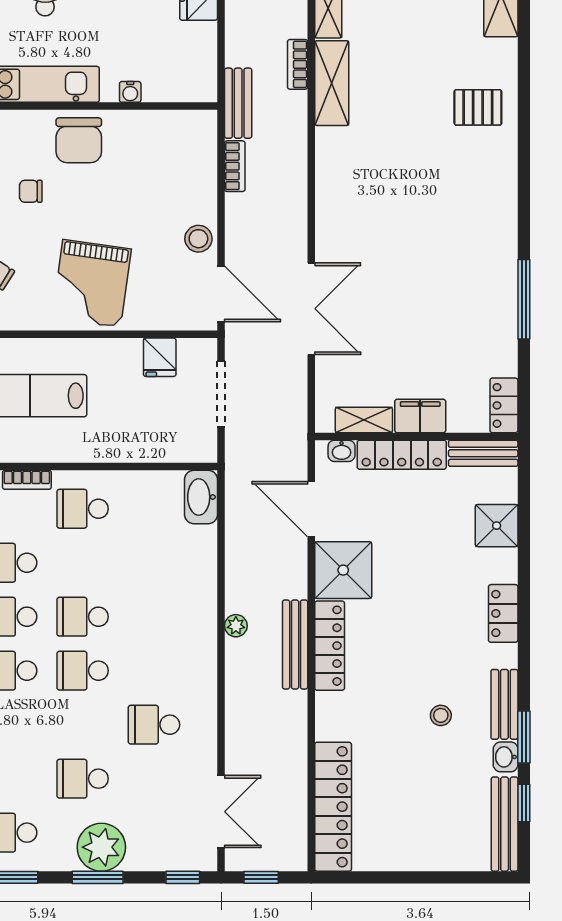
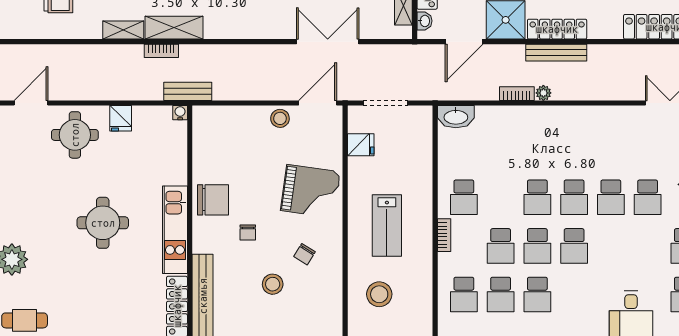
water cooler: (130, 92) -> (180, 113), moved, turned -90
bookcase: (235, 166) -> (517, 94), moved
school desk: (154, 725) -> (611, 197), moved

